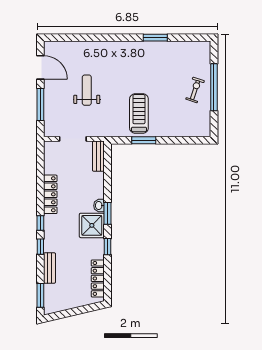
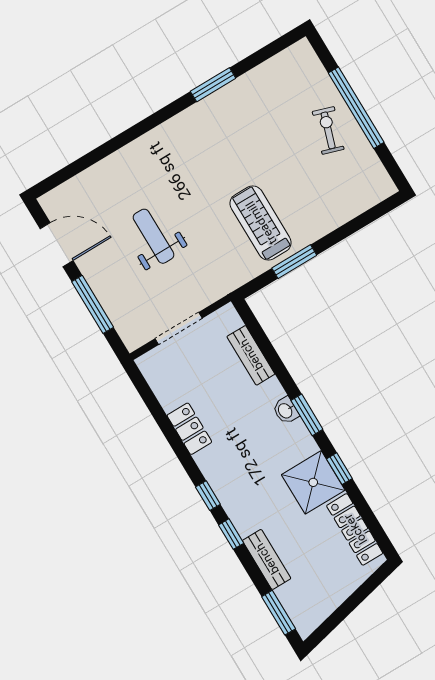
bench: (98, 156) -> (251, 355), moved
locker: (50, 194) -> (189, 429), width x0.66
shower: (92, 225) -> (313, 482), moved

